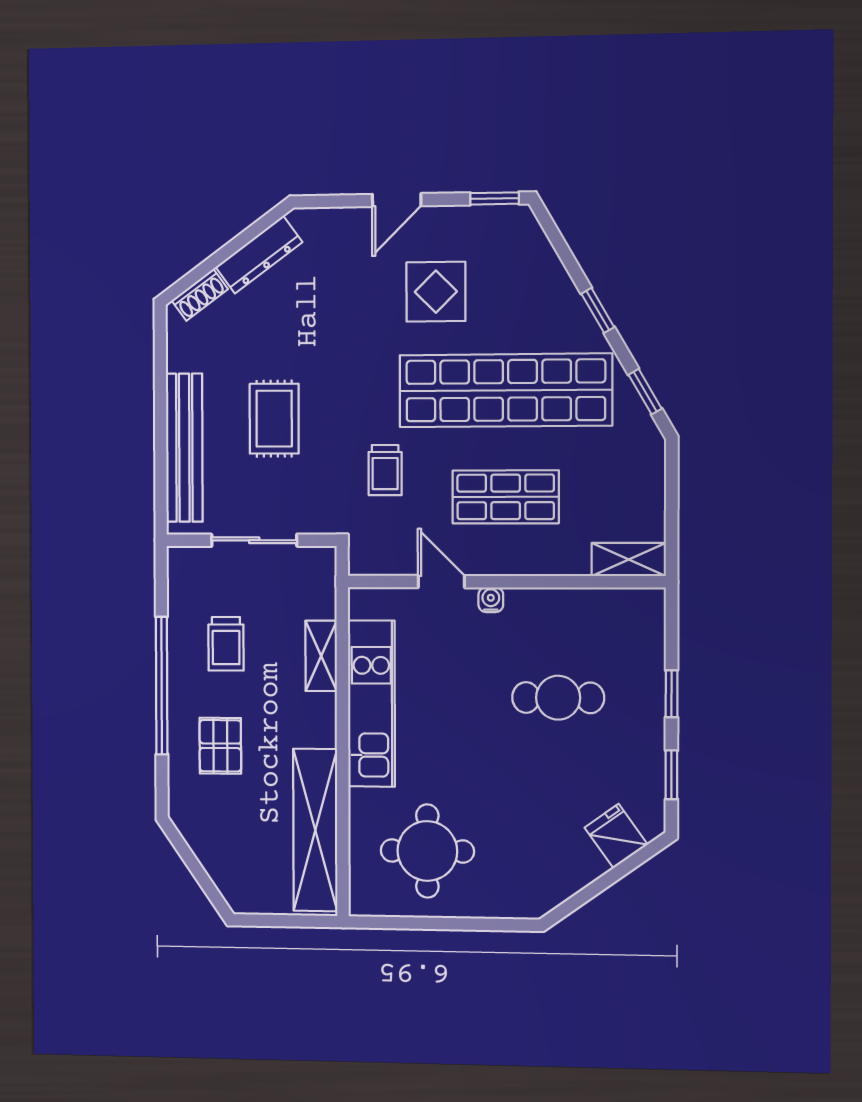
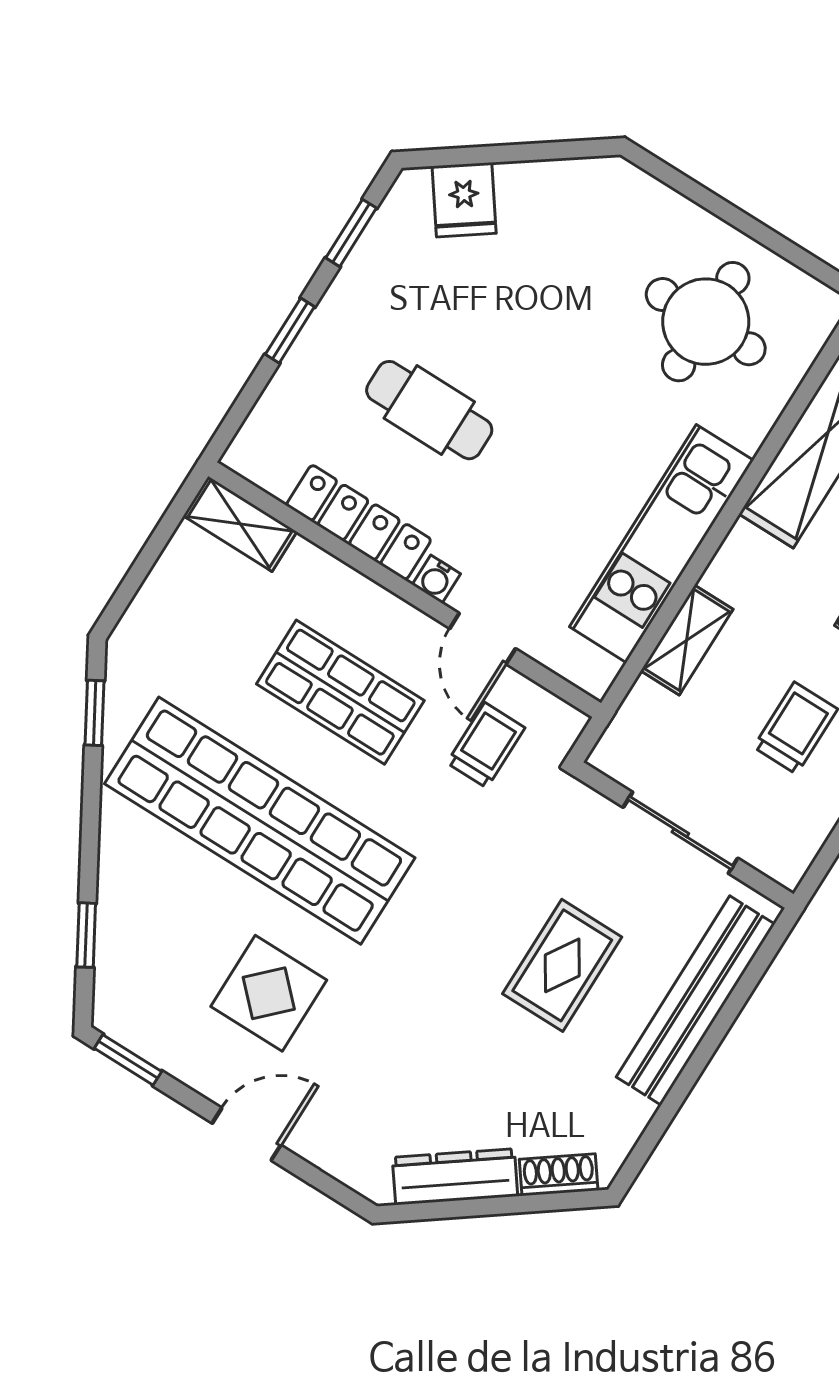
window: (598, 310) -> (86, 935), moved
trolley: (385, 470) -> (486, 745), moved
locker: (558, 605) -> (359, 522), added

